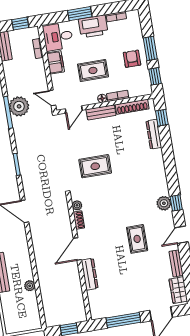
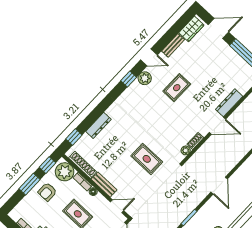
plant: (138, 87) -> (65, 172), added
dresser: (154, 134) -> (98, 125), moved
plant: (164, 203) -> (145, 78), moved

